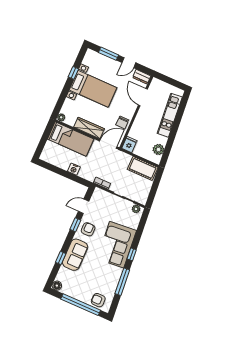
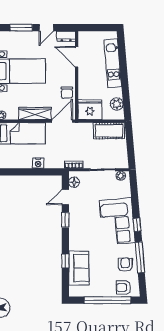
fridge: (129, 145) -> (90, 110), width x1.88, depth x1.34
armchair: (88, 229) -> (125, 265), moved
sofa: (75, 255) -> (79, 268), moved
floor lamp: (57, 286) -> (74, 182), moved

